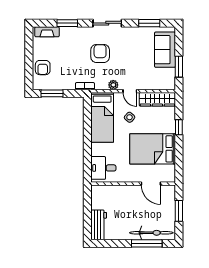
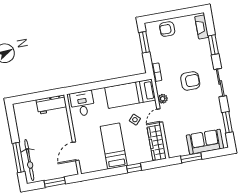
bed: (153, 149) -> (114, 146), width x0.67
workbench: (99, 225) -> (51, 105), moved

